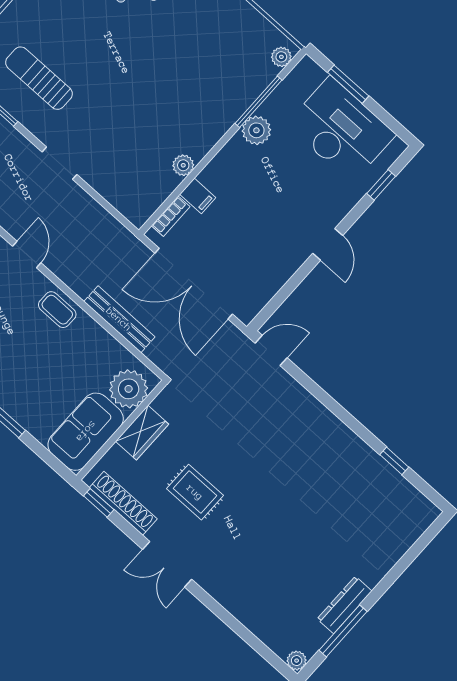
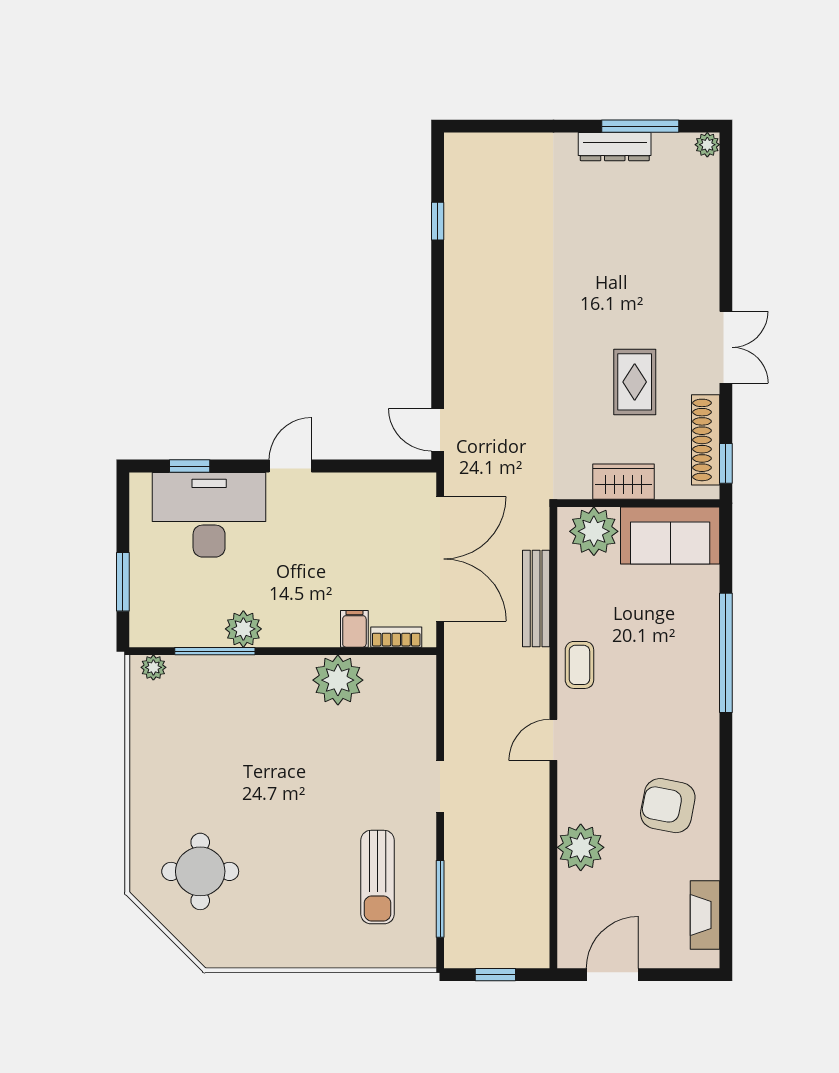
desk: (341, 130) -> (209, 515), moved, turned 90
plant: (183, 165) -> (338, 680), width x1.87, depth x1.87

